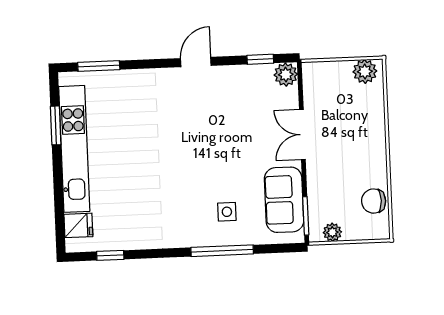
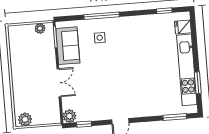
chair: (374, 201) -> (17, 47), removed

